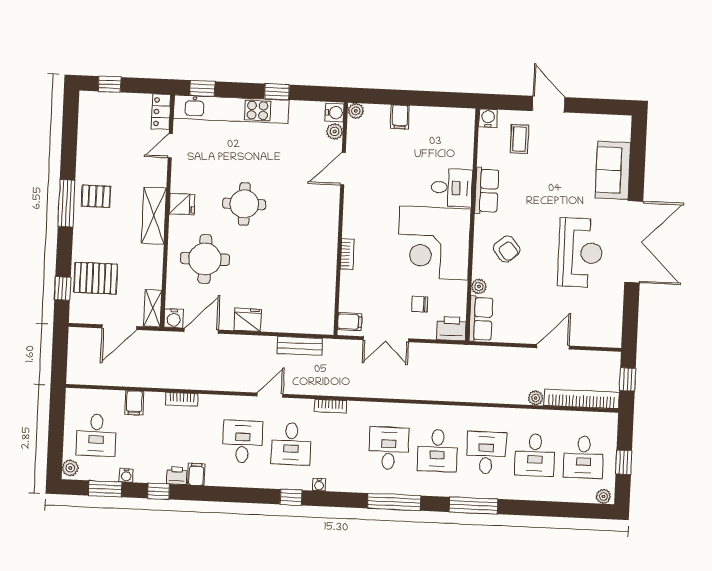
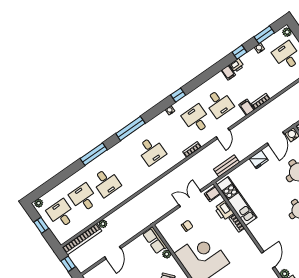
kitchen unit: (323, 285) -> (237, 201), added
printer: (451, 329) -> (224, 211), moved, turned 90
filing cabinet: (134, 403) -> (247, 107), moved
desk: (437, 450) -> (129, 166), removed

